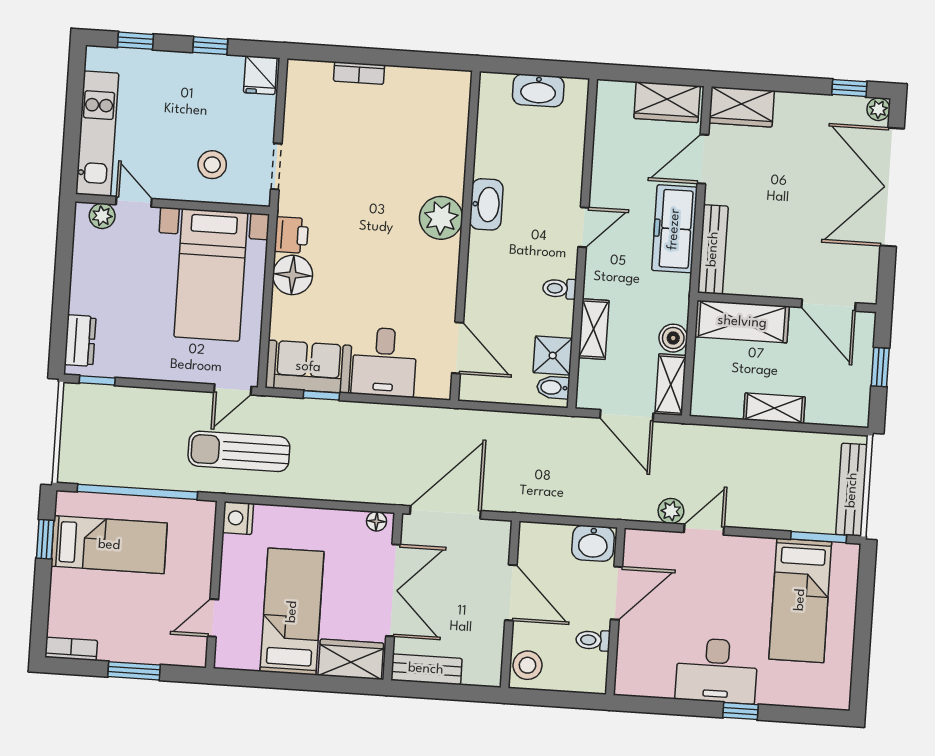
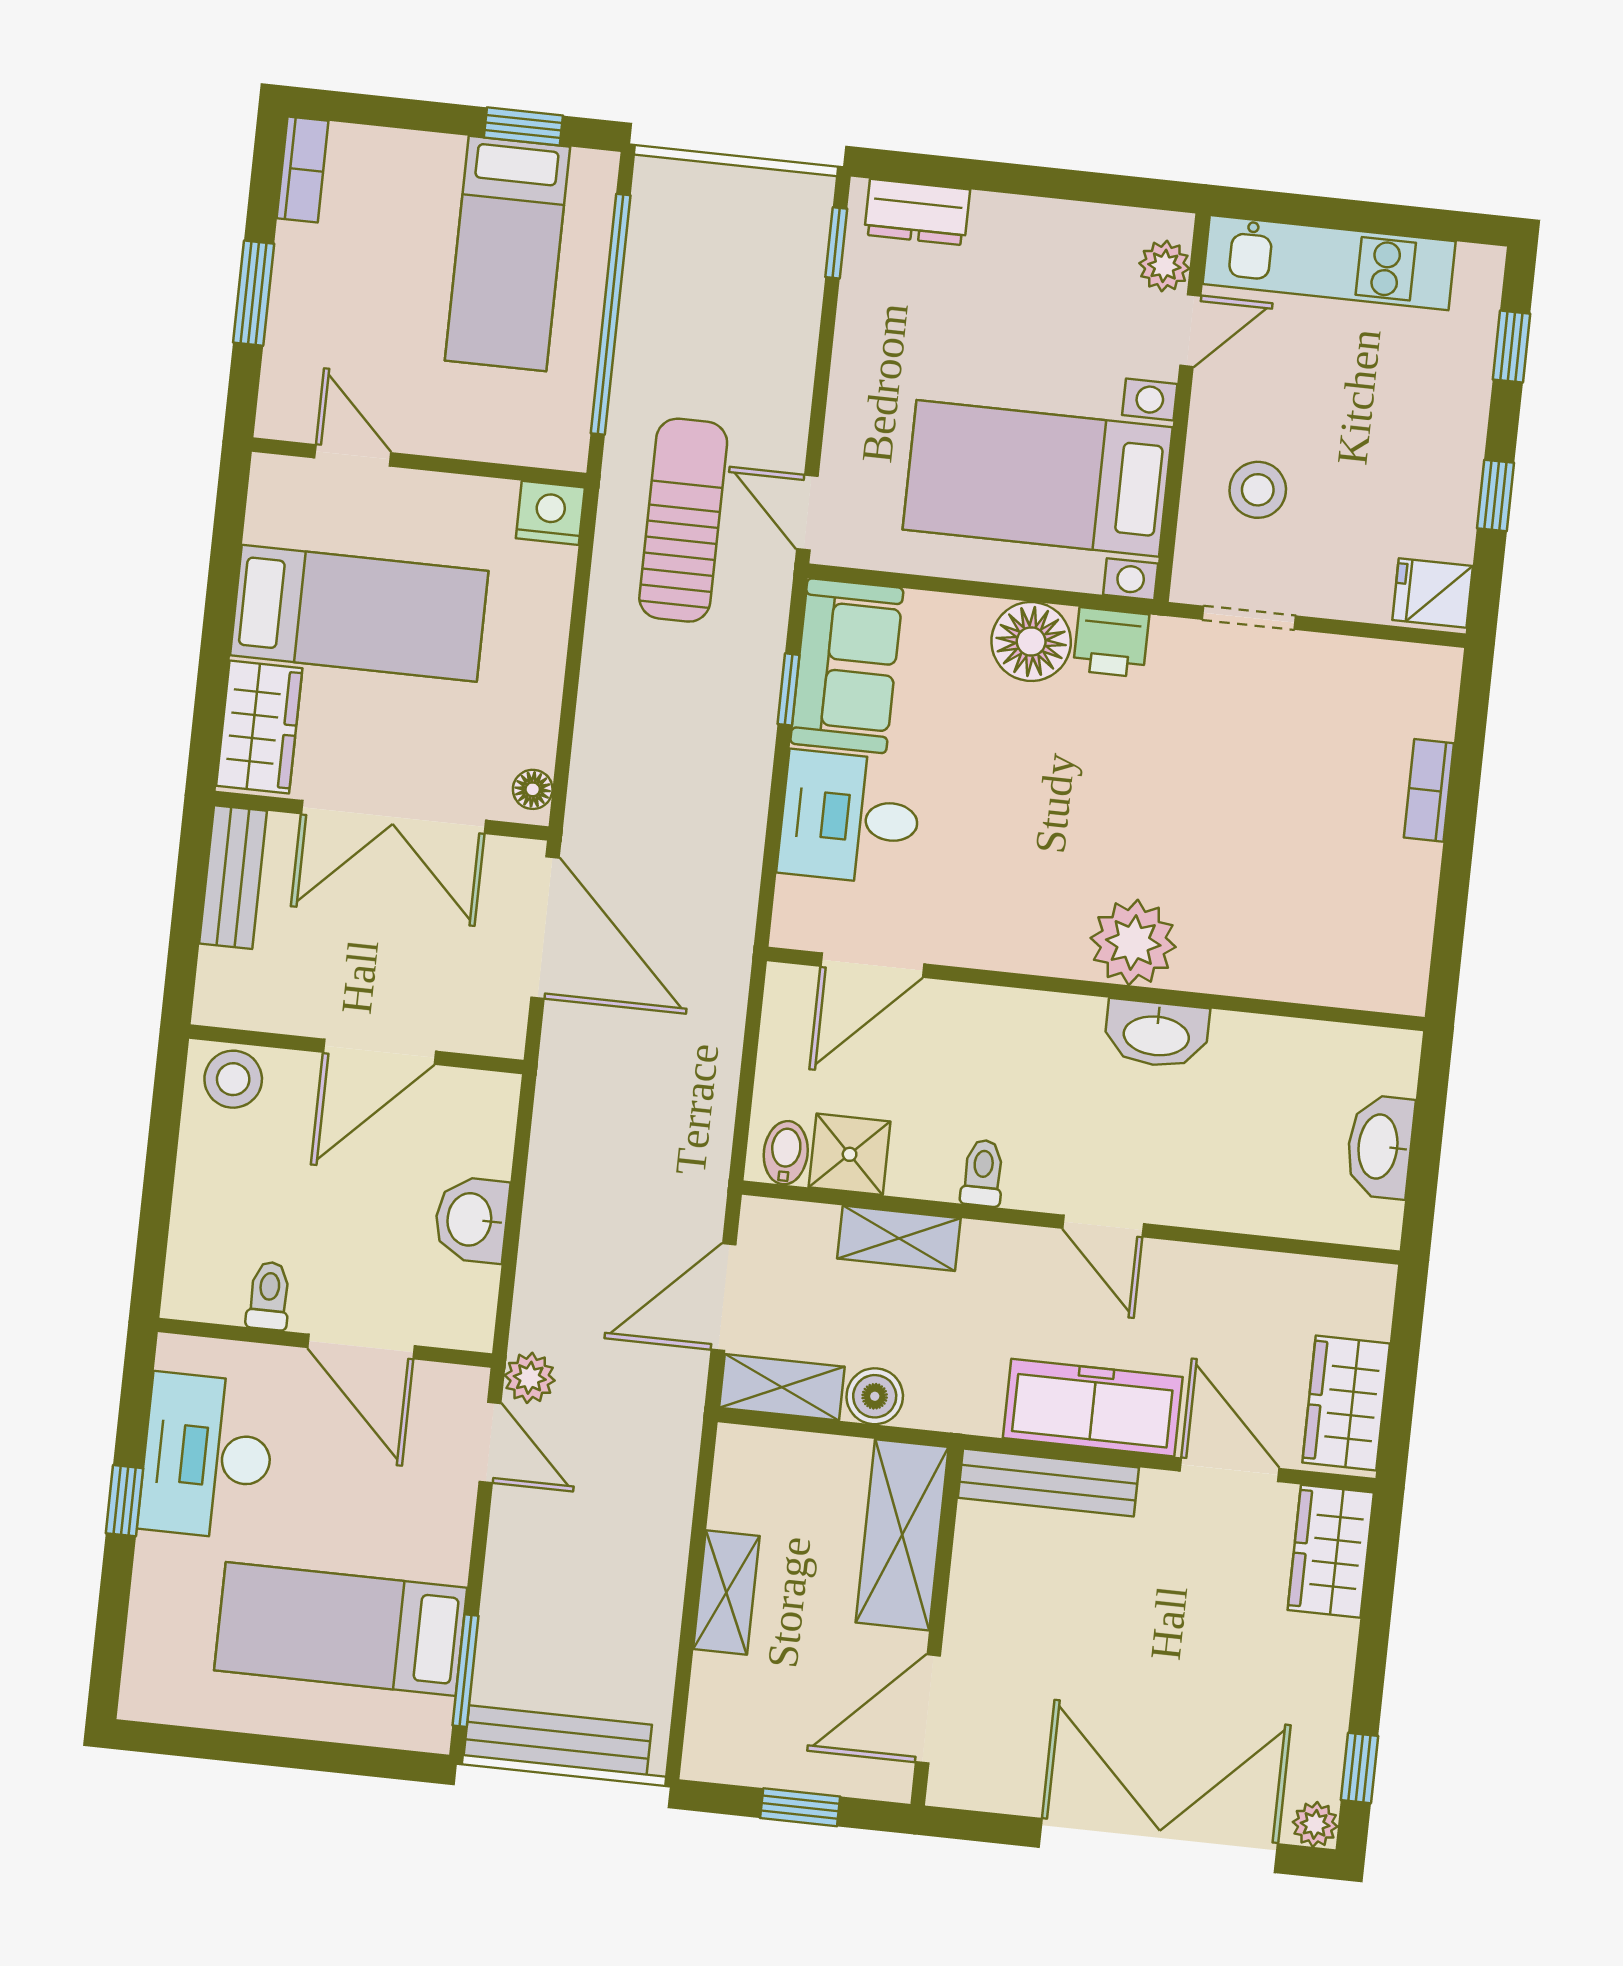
door: (617, 593) -> (361, 1347), moved
wall: (615, 611) -> (325, 1343), moved
toilet: (593, 640) -> (269, 1296), moved

